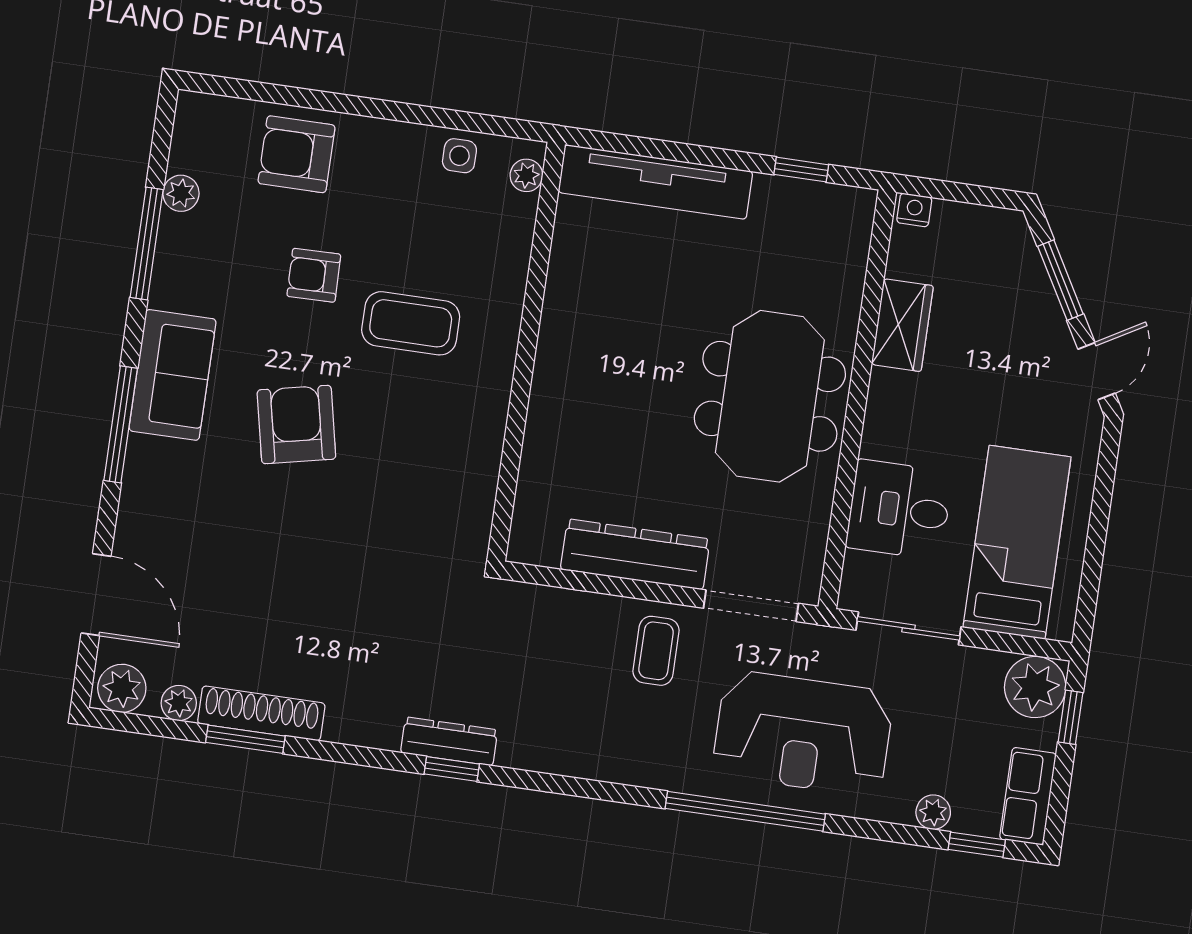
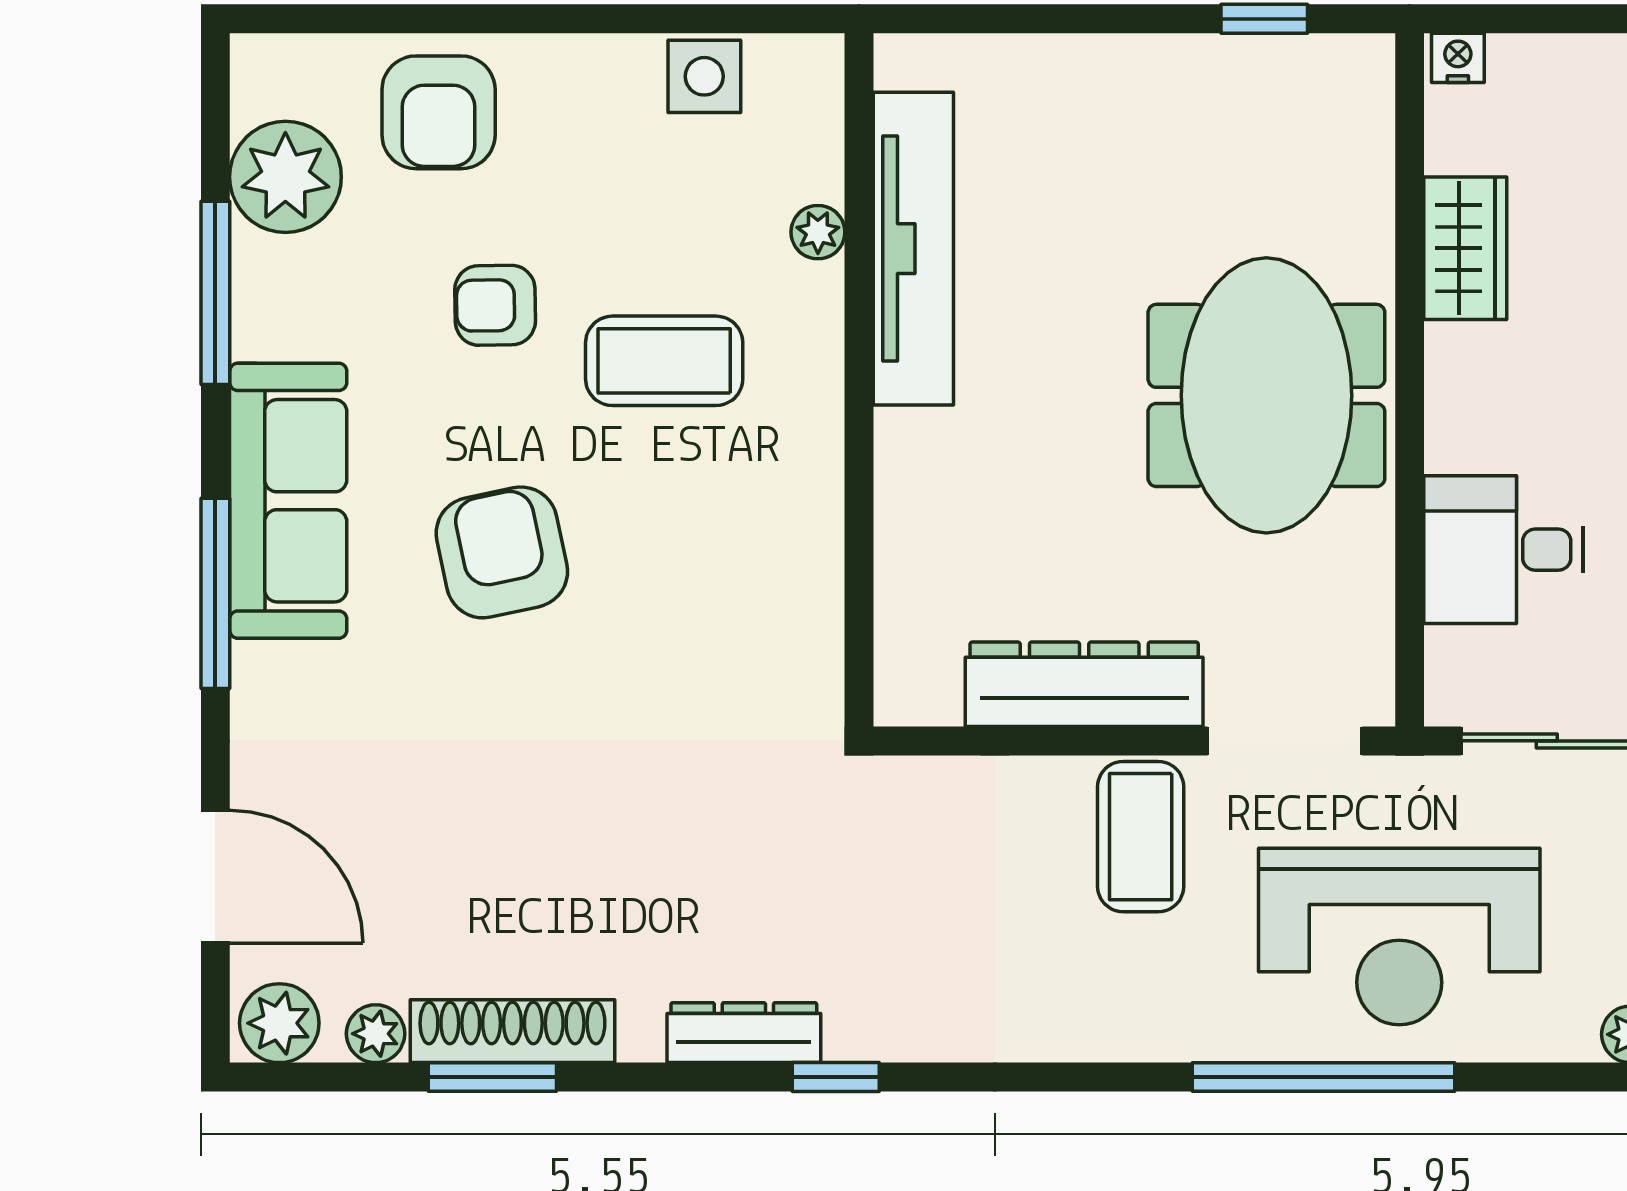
armchair: (297, 154) -> (439, 112), turned -90
side table: (459, 156) -> (704, 76), width x1.37, depth x1.37
plant: (526, 175) -> (818, 232), moved
tv unit: (655, 182) -> (913, 249), moved, turned -90
plant: (181, 193) -> (285, 177), width x1.88, depth x1.88
sofa: (172, 375) -> (288, 501), width x1.36
coffee table: (656, 651) -> (1141, 837), width x1.36, depth x1.30
dresser: (449, 741) -> (744, 1033), moved

